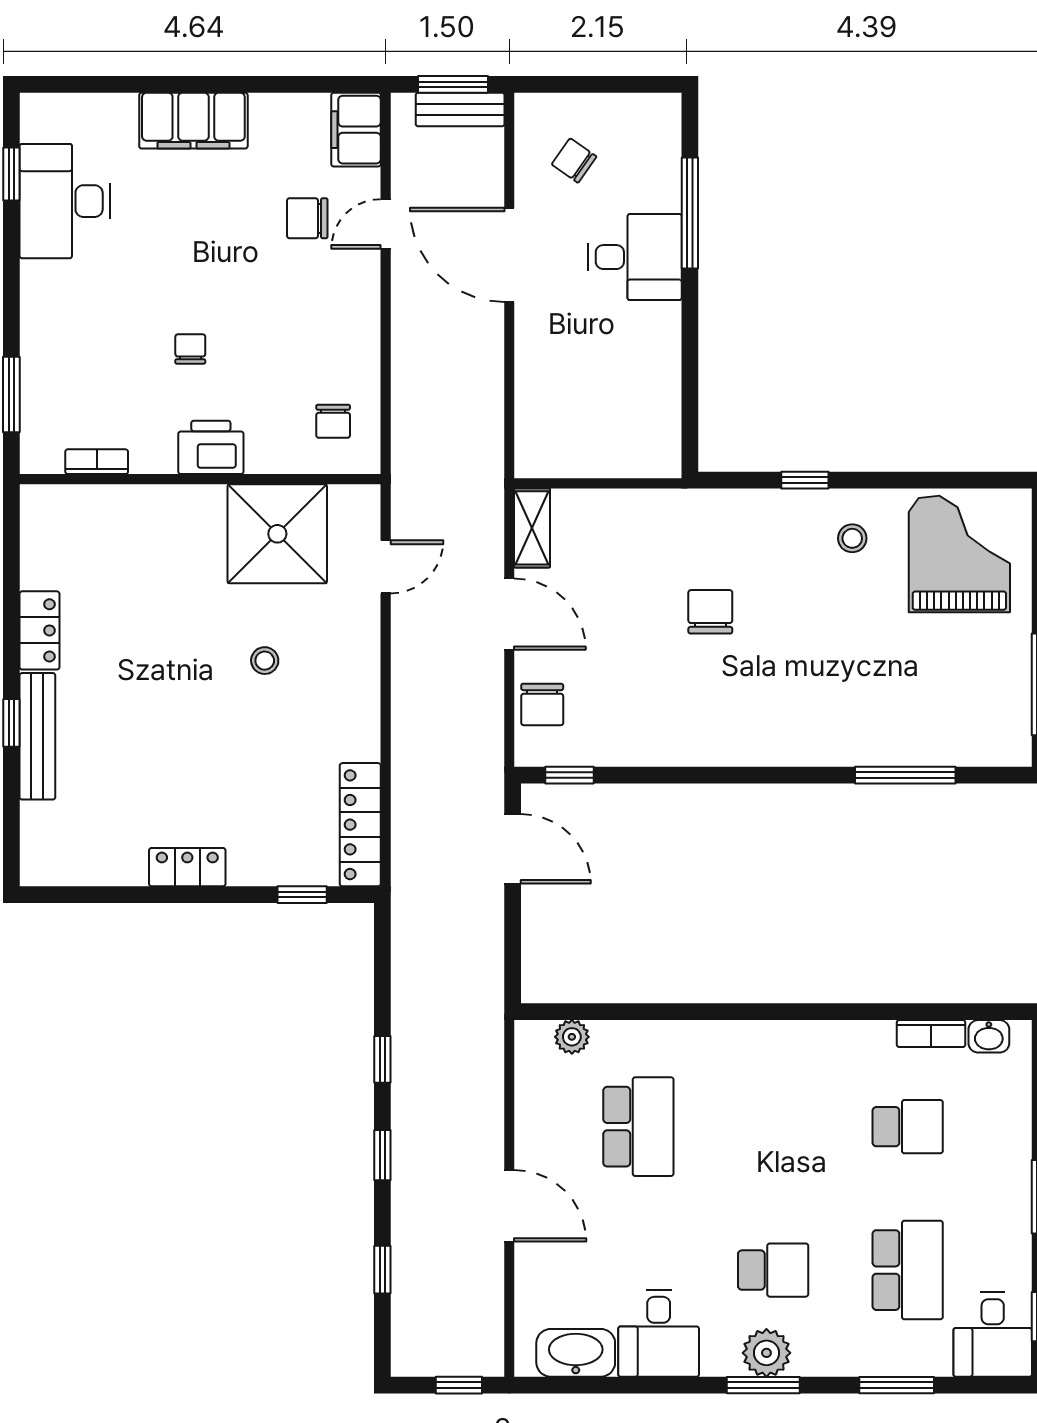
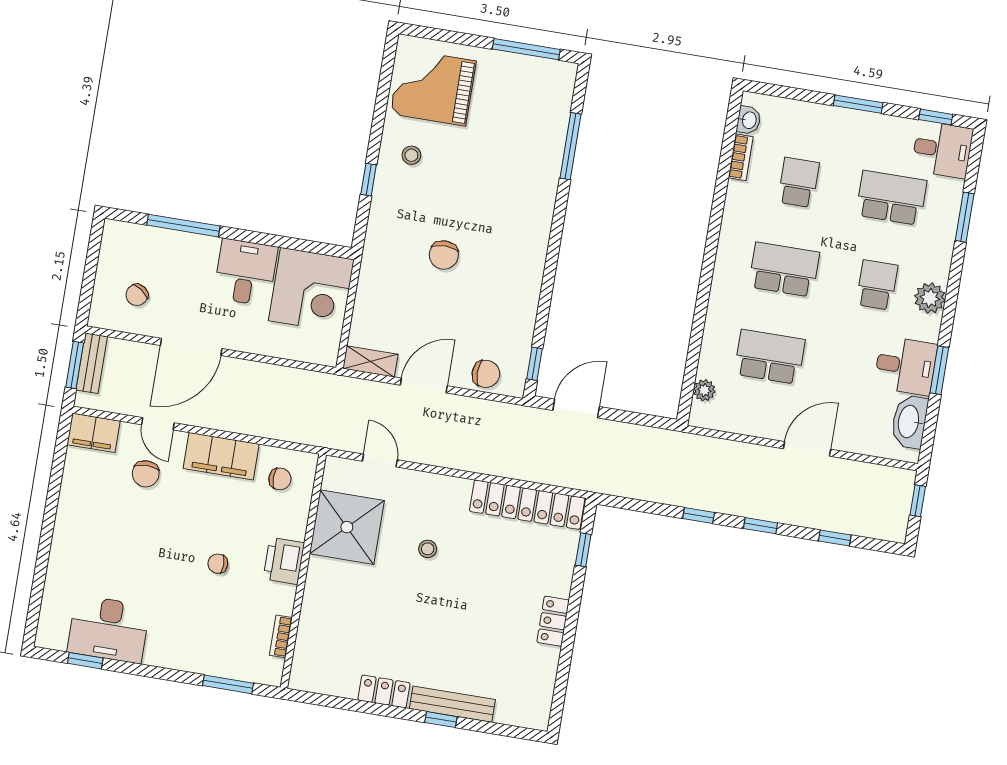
filing cabinet: (193, 121) -> (221, 456), moved, turned 90
desk: (635, 257) -> (246, 272), moved
corner desk: (625, 421) -> (311, 290), added
chair: (710, 612) -> (444, 255), turned -90
locker: (360, 825) -> (527, 505), width x1.41, depth x1.21
school desk: (773, 1127) -> (784, 270), added
window: (763, 1385) -> (939, 370), moved

